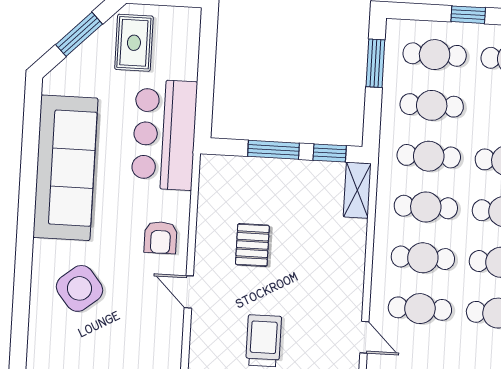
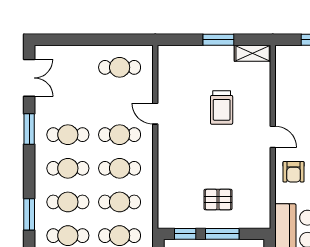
shelving: (357, 190) -> (165, 210), removed
armchair: (161, 238) -> (294, 172), turned 180
pallet: (252, 245) -> (218, 200), moved, turned 90

